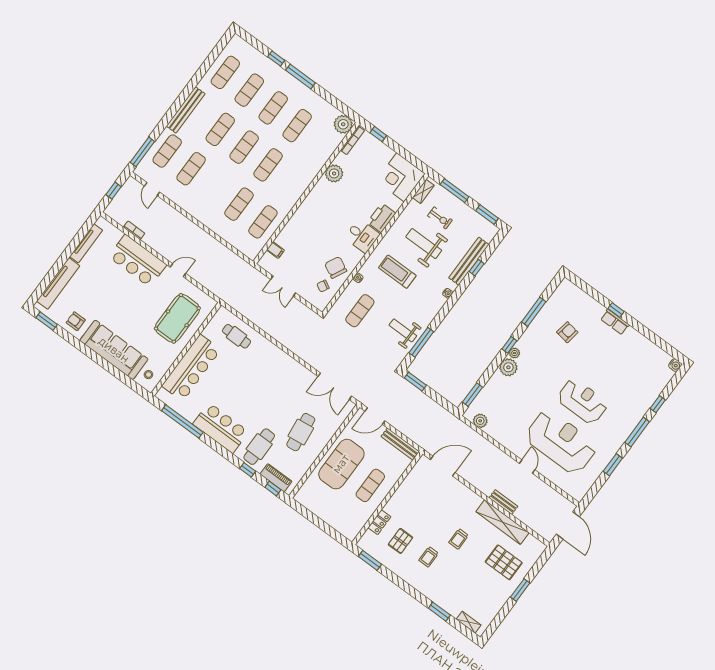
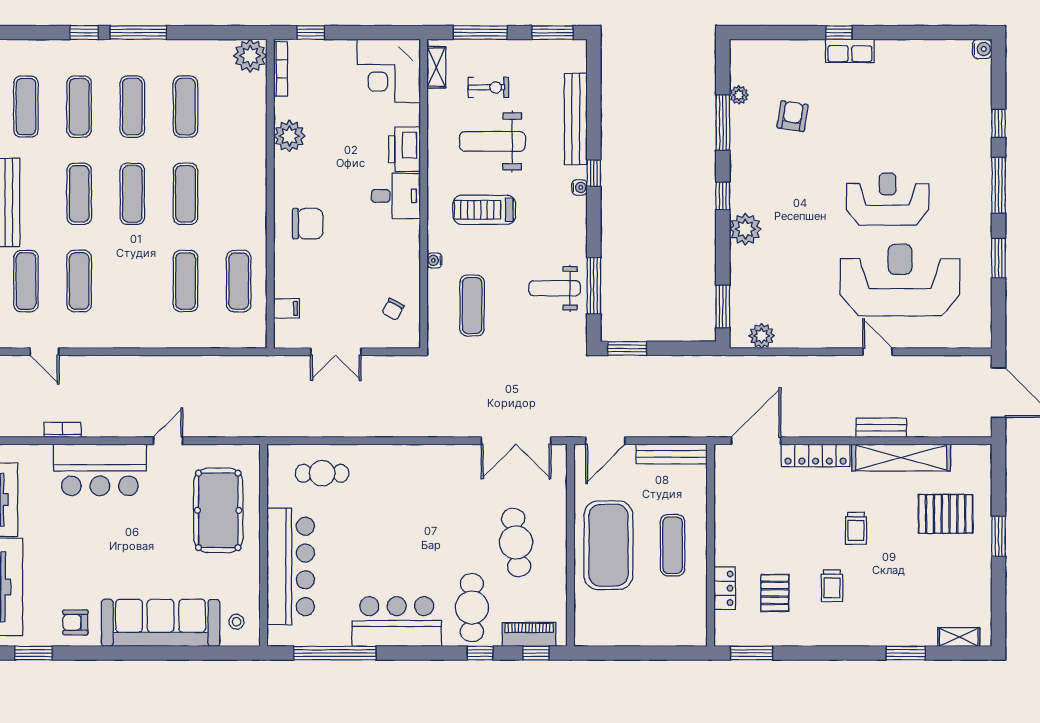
chair: (336, 267) -> (308, 224), moved, turned 153
window: (477, 268) -> (594, 173), moved
plant: (514, 353) -> (739, 95), moved
locker: (465, 493) -> (816, 455), added

